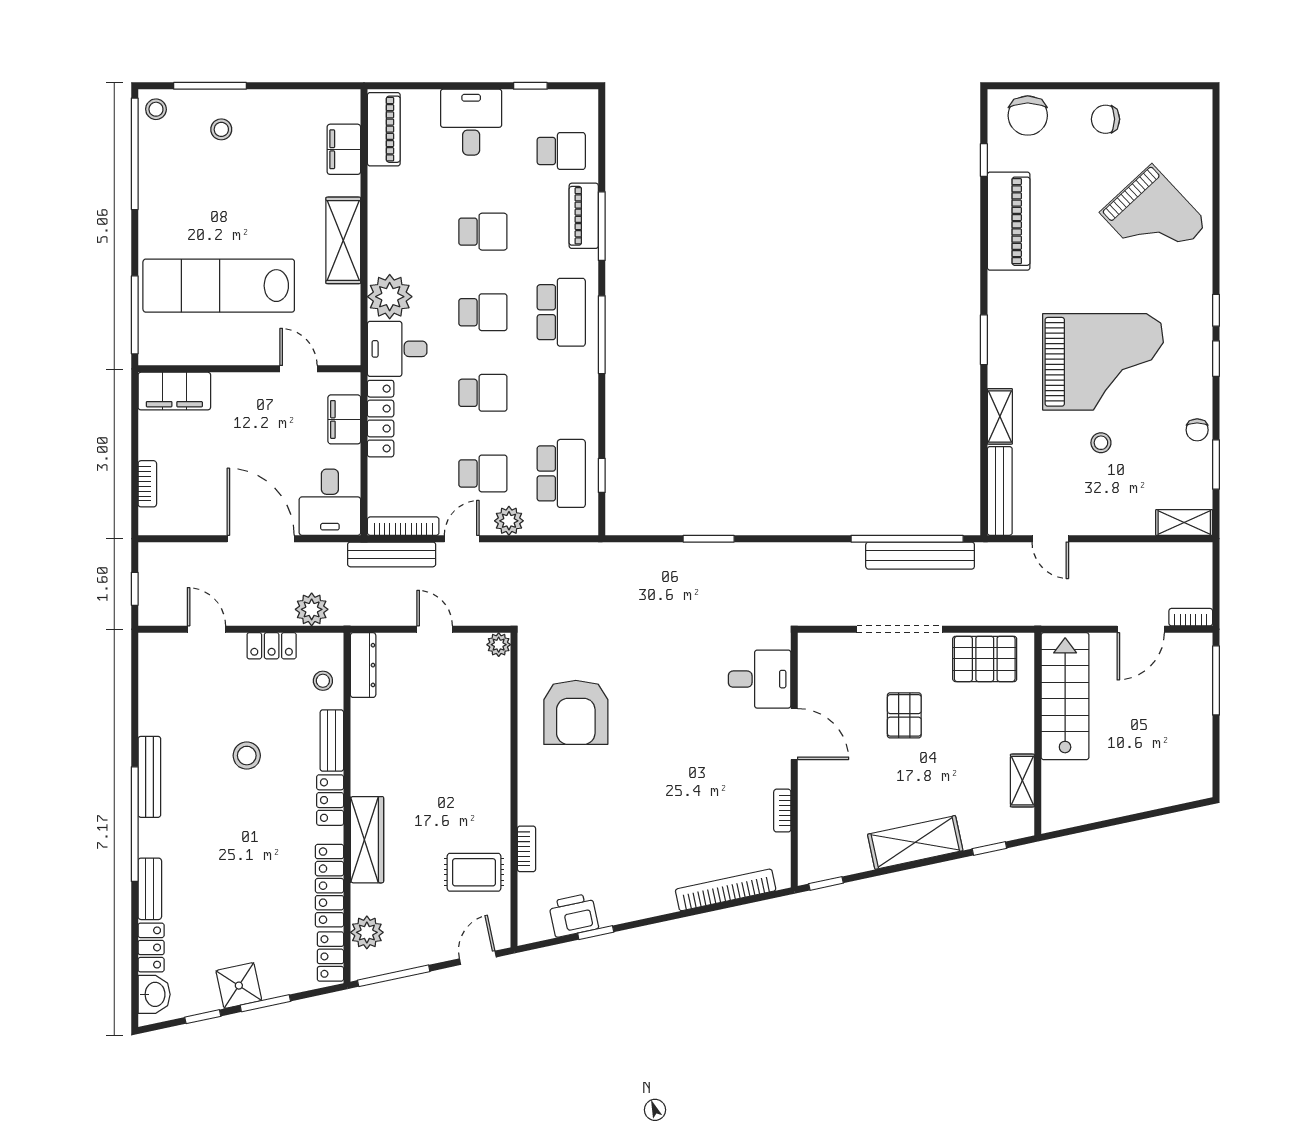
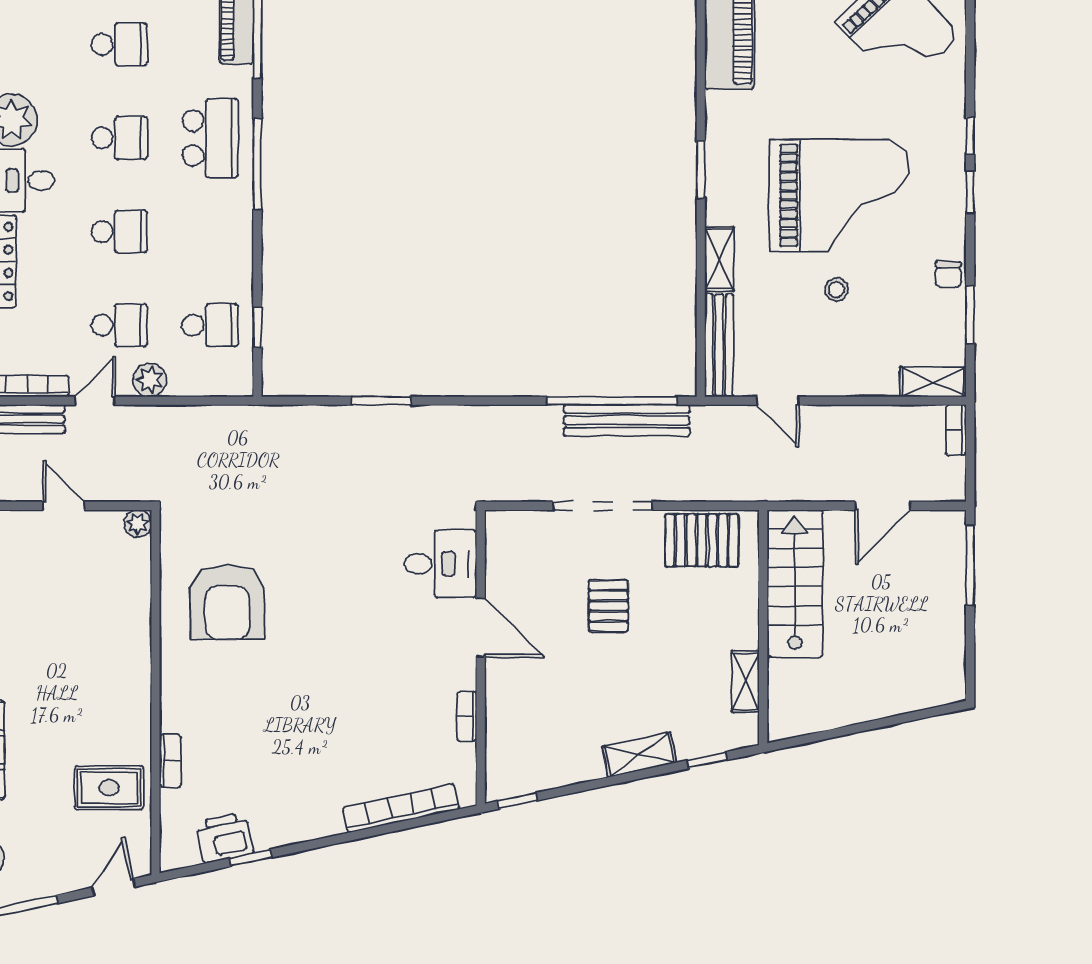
school desk: (561, 473) -> (210, 325), width x0.54
bookcase: (1191, 617) -> (956, 430), moved, turned -90
shelving: (915, 842) -> (639, 755), width x0.67, depth x0.75

